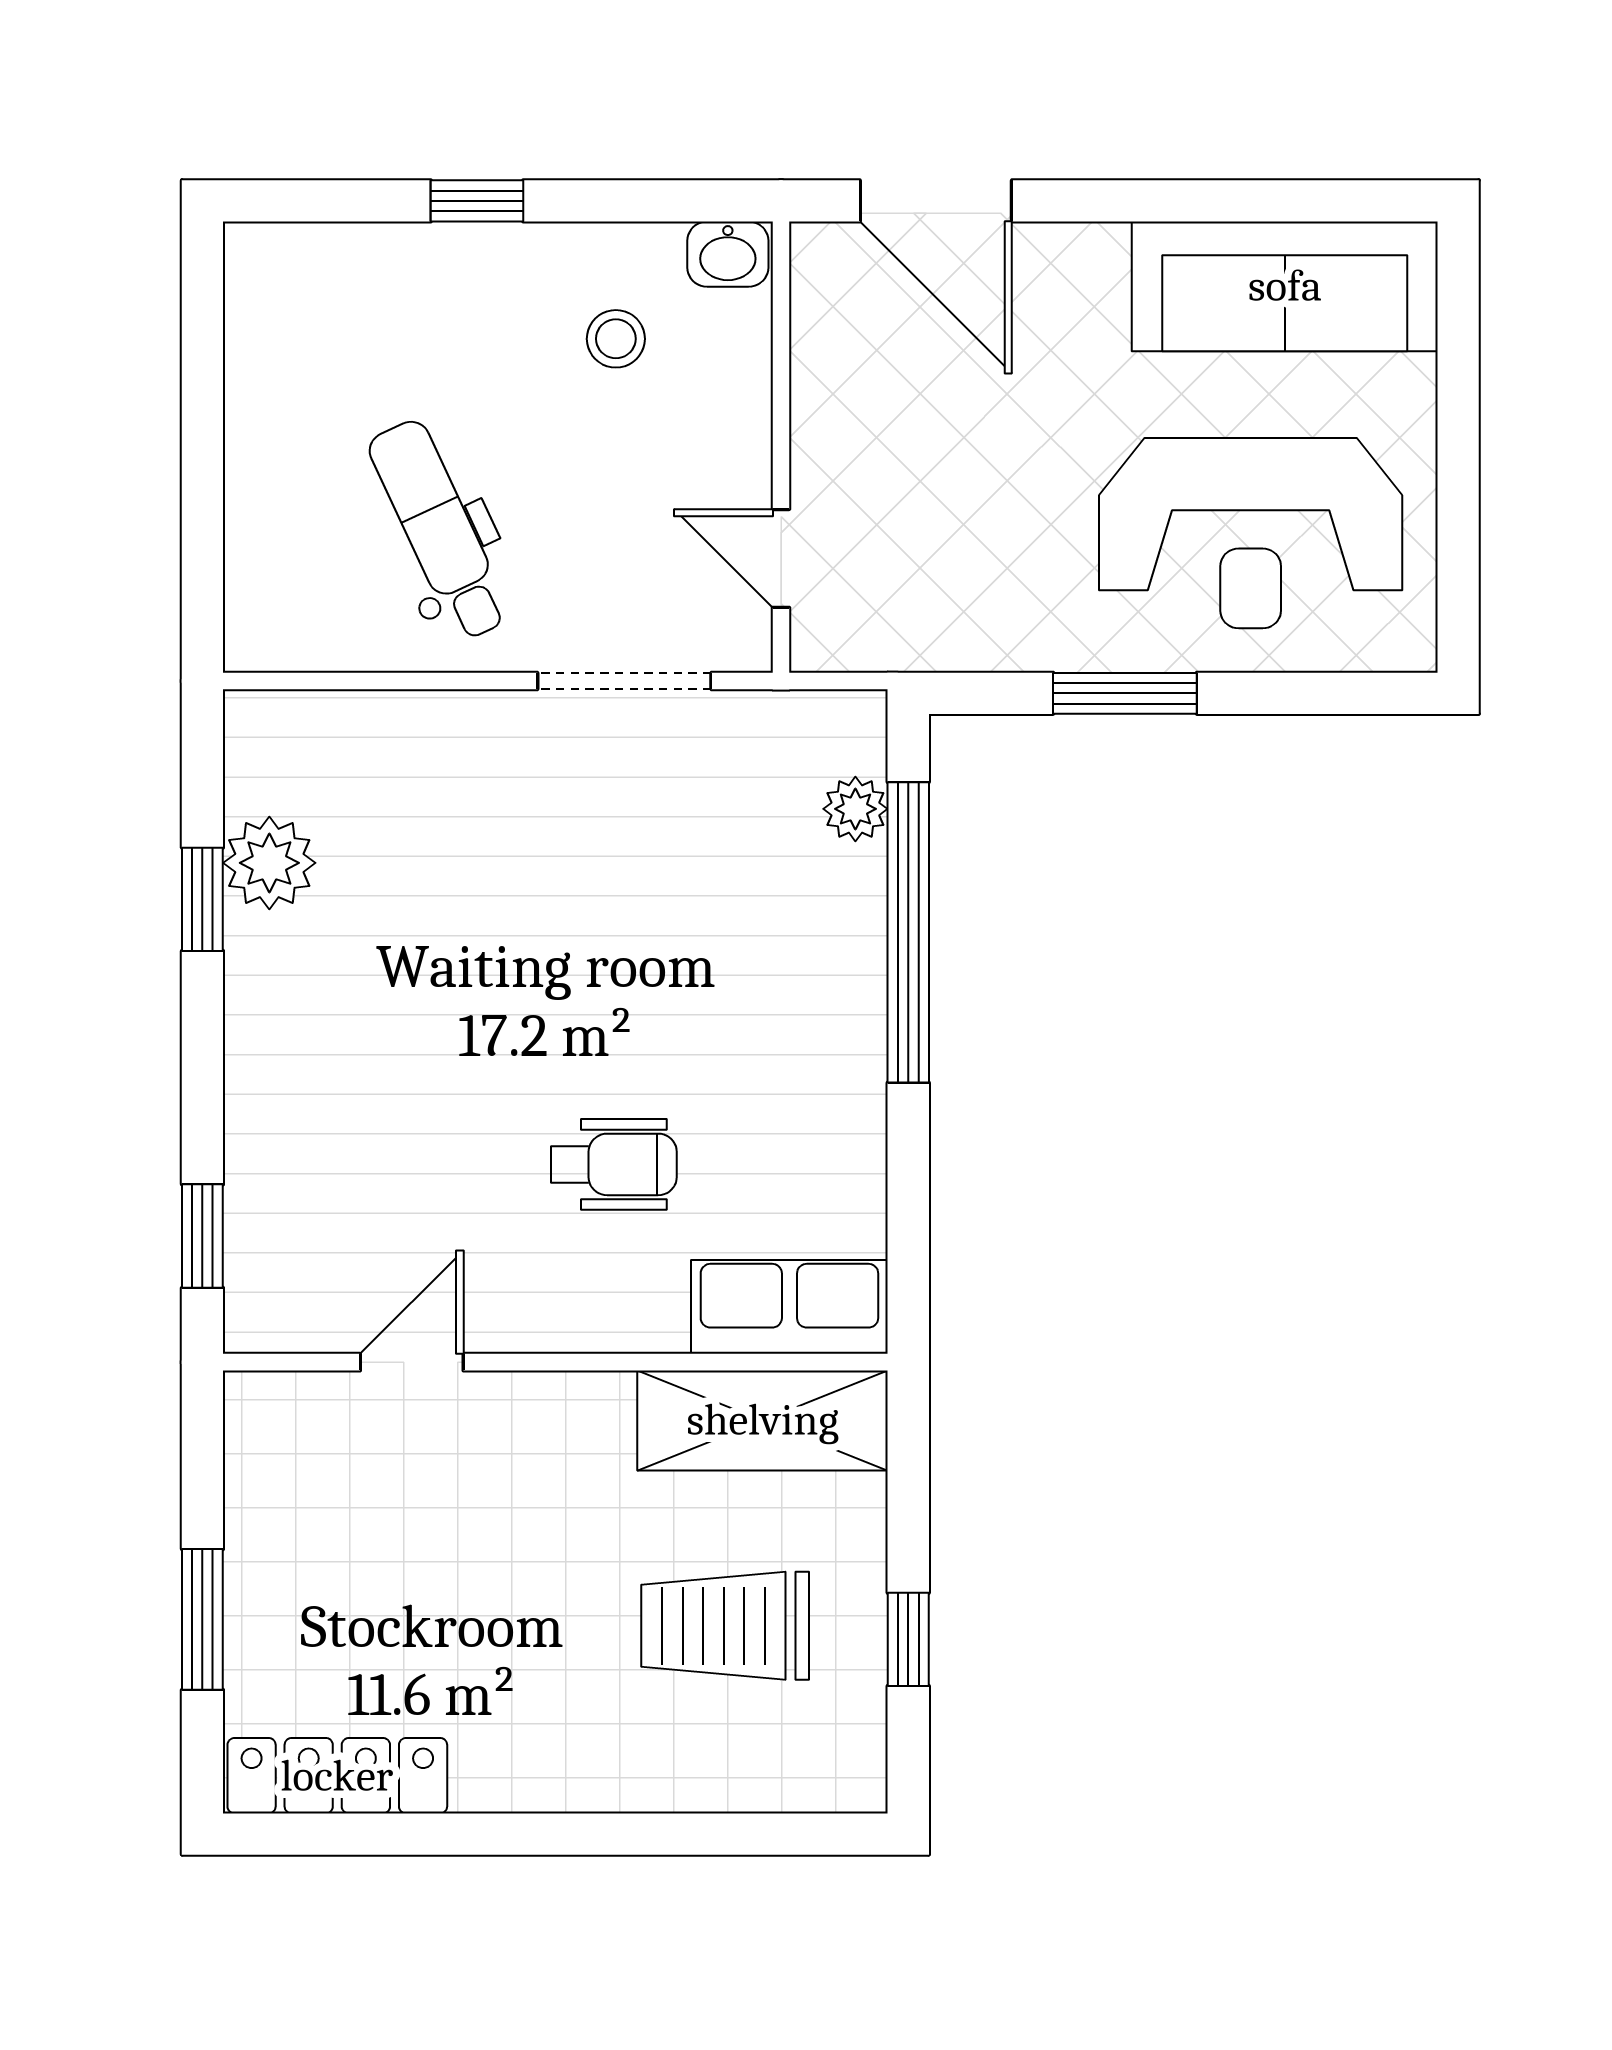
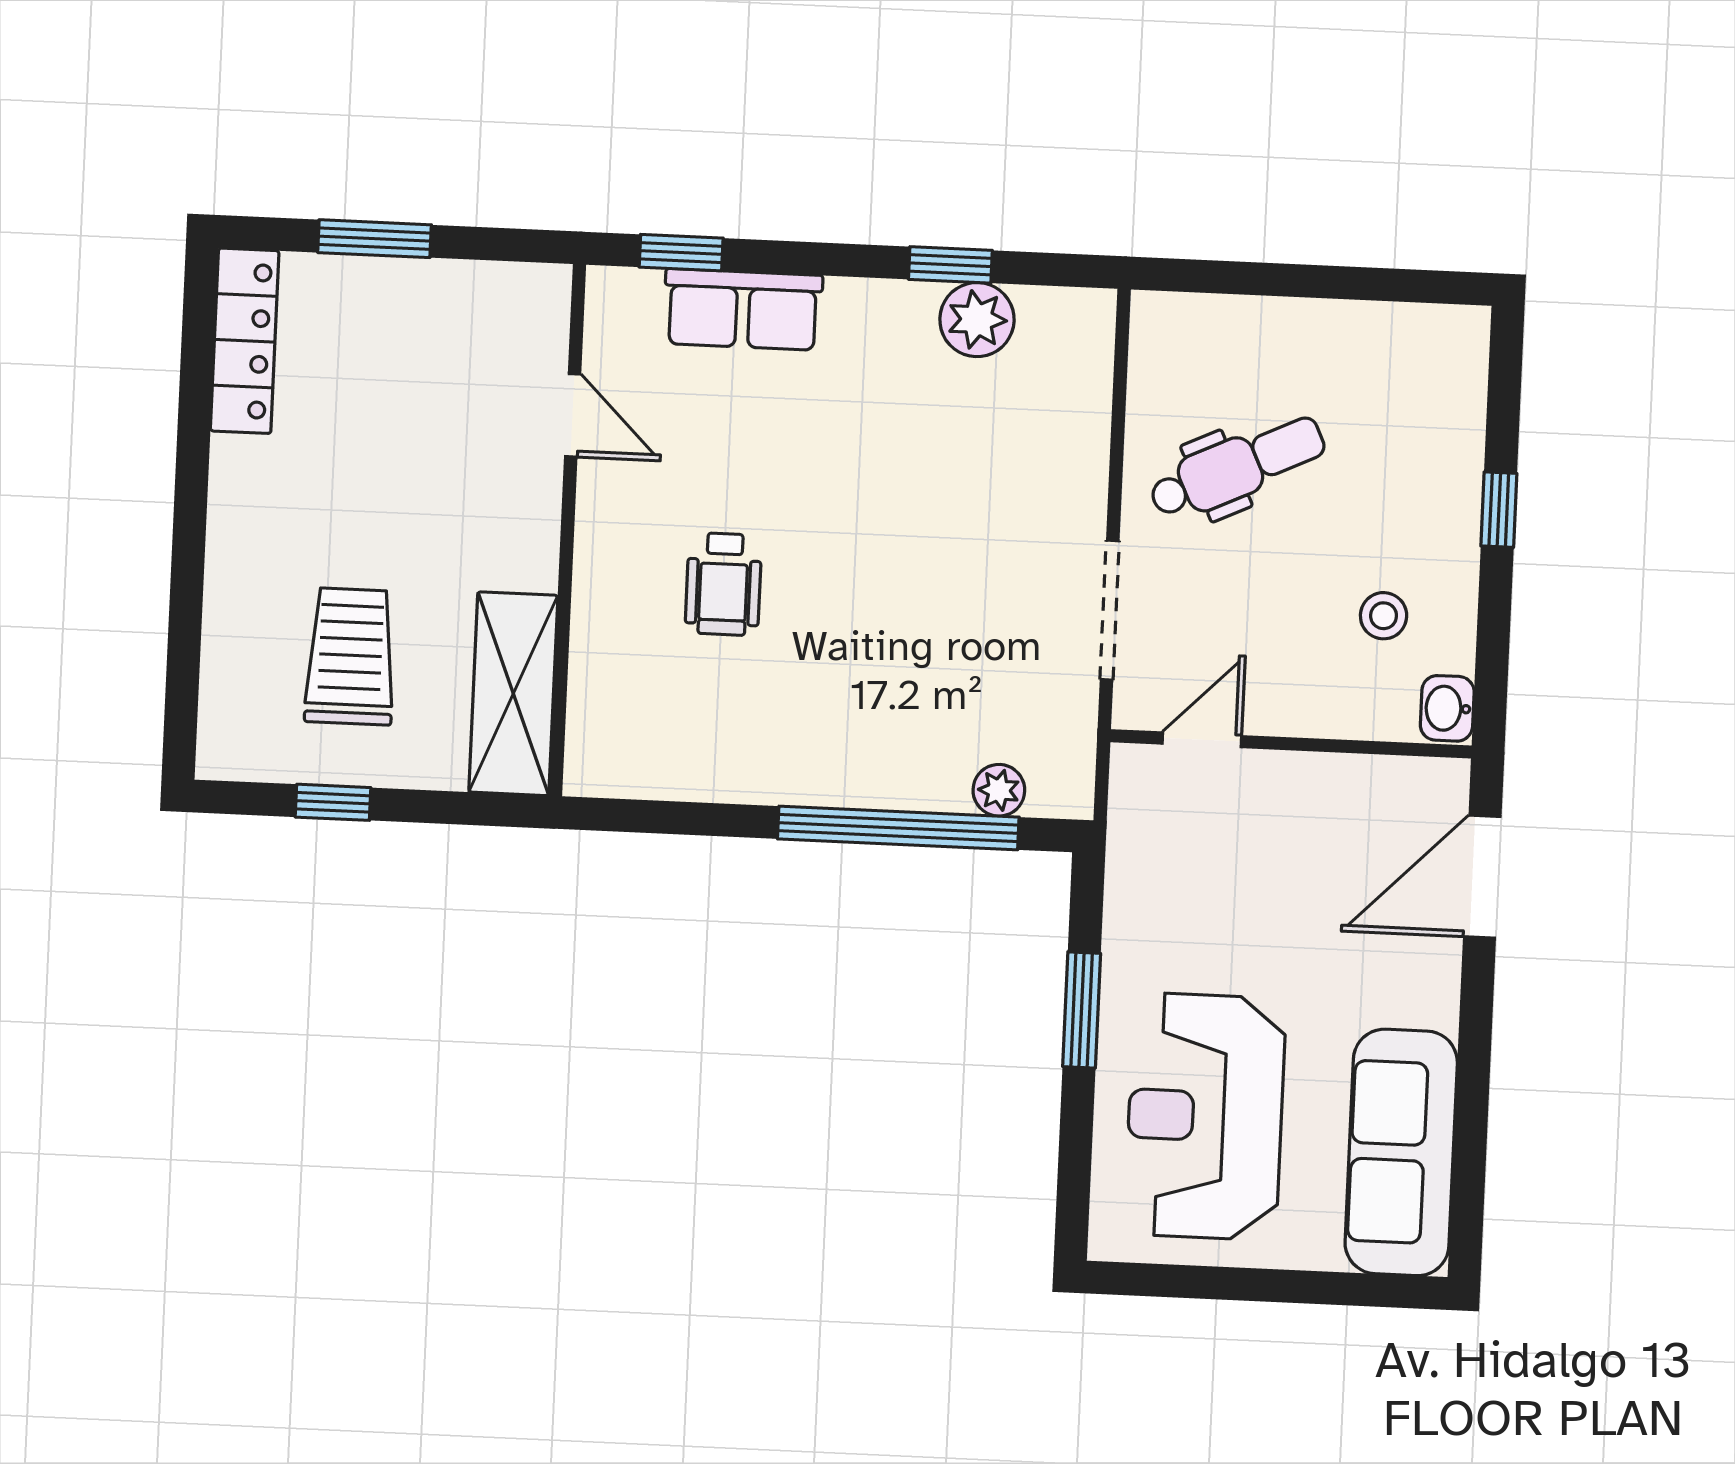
row of seats: (789, 1307) -> (743, 309), moved, turned 90

